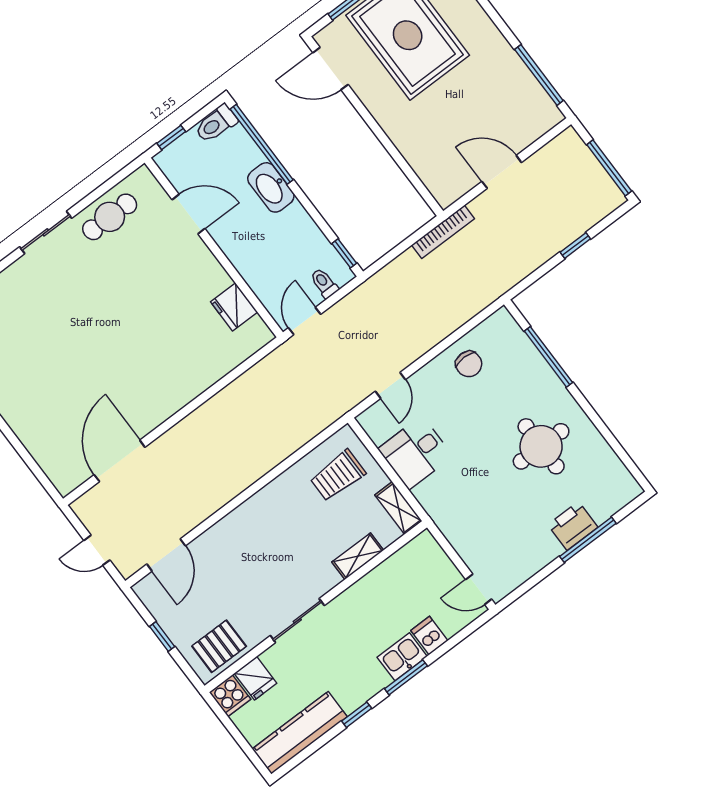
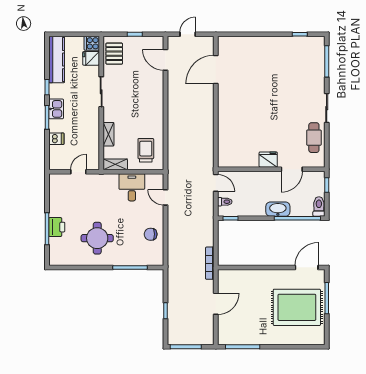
fridge: (234, 307) -> (268, 160), moved
door: (120, 461) -> (216, 69), swing flipped
door: (479, 589) -> (78, 172), moved
kitchen sink: (402, 657) -> (56, 109), moved

